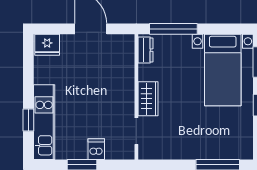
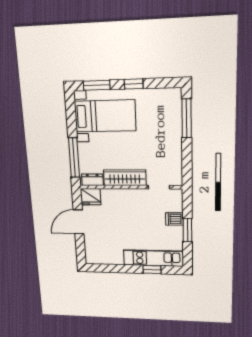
fridge: (47, 45) -> (91, 197), moved, turned 90
wardrobe: (148, 99) -> (125, 178), width x1.50

